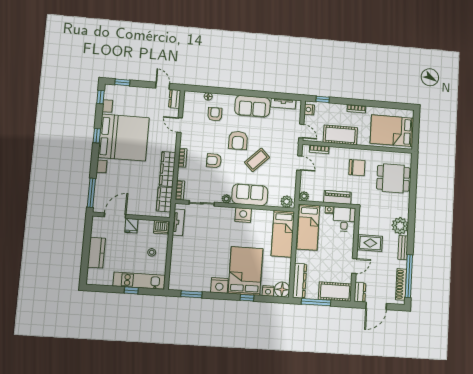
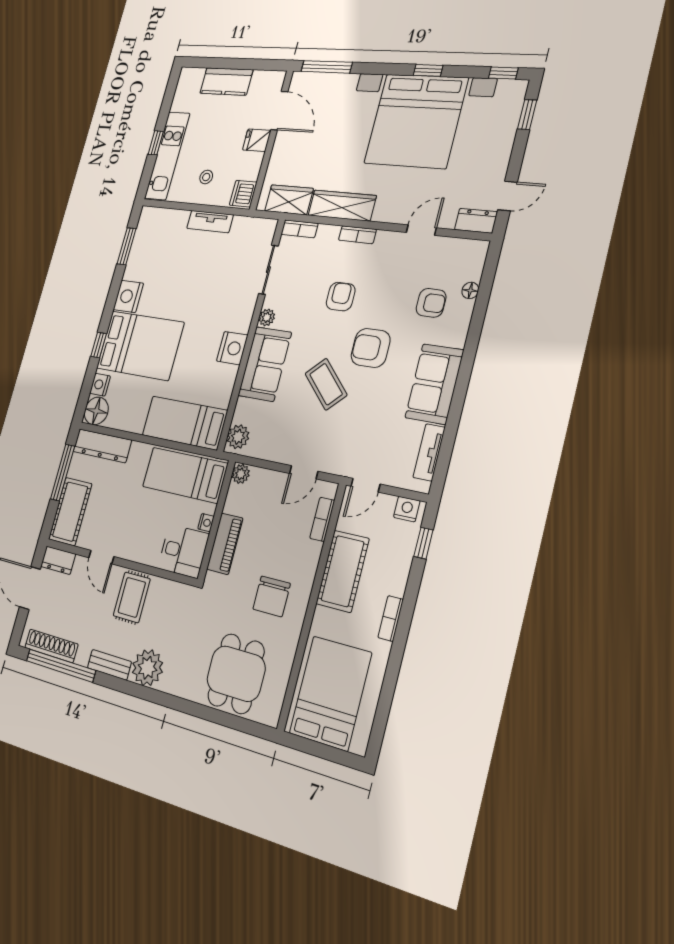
tv unit: (178, 222) -> (210, 222), moved

